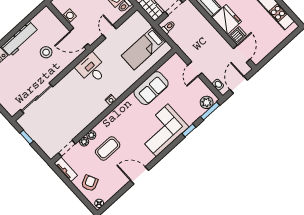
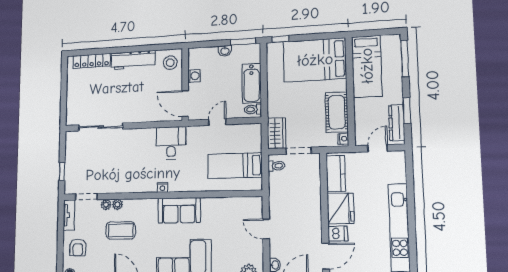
stool: (46, 52) -> (170, 63), moved
door: (195, 69) -> (266, 229), hinge flipped
sofa: (151, 88) -> (179, 210), moved
window: (27, 137) -> (62, 172), moved
armchair: (90, 183) -> (78, 247), turned 116

